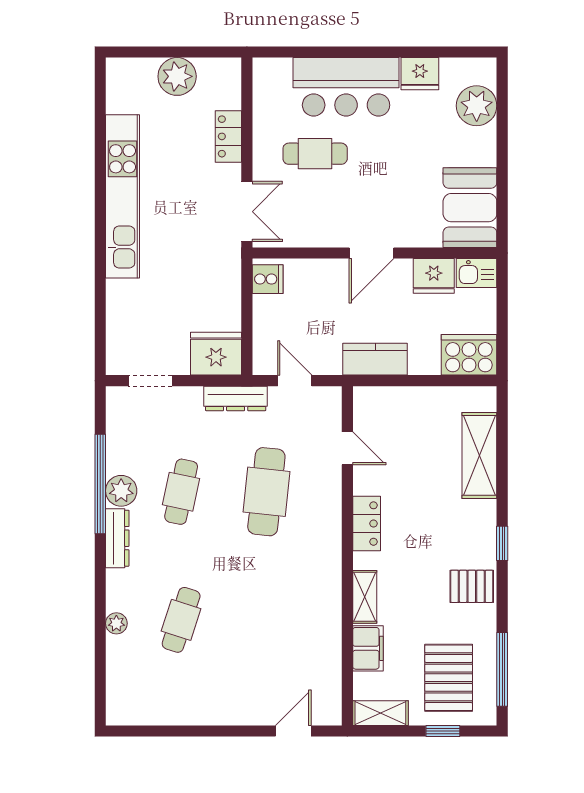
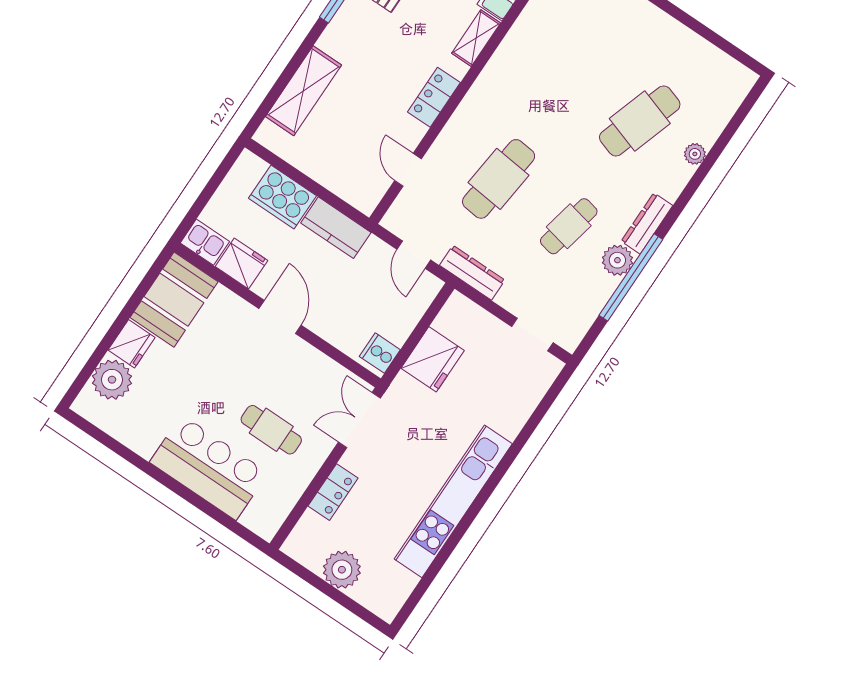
fridge: (420, 74) -> (131, 344), moved, turned 90
door: (371, 253) -> (280, 317), hinge flipped
fridge: (216, 354) -> (433, 359), moved, turned -90
cooker: (469, 355) -> (283, 197), moved
cafe table: (181, 620) -> (640, 121), width x1.37, depth x1.35

